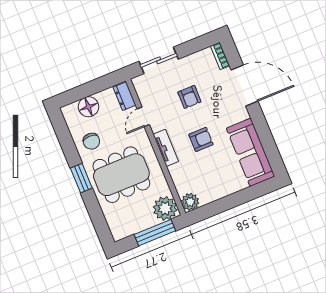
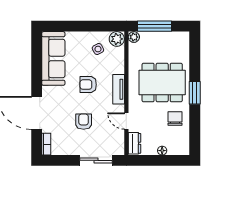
floor lamp: (88, 107) -> (162, 151), width x0.53, depth x0.53
door: (143, 117) -> (126, 121), swing flipped
side table: (206, 182) -> (98, 49), added
plant: (165, 208) -> (134, 37), width x0.53, depth x0.53

